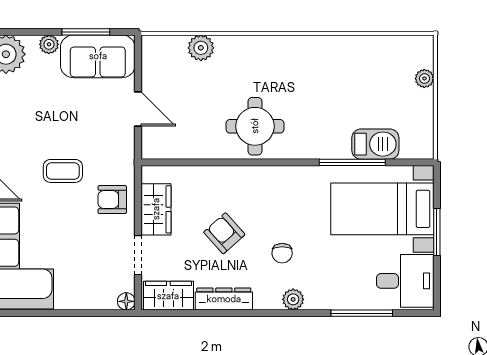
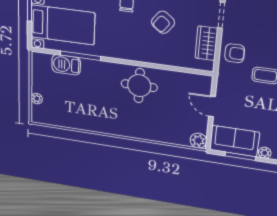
plant: (201, 48) -> (198, 141), moved
armchair: (224, 233) -> (163, 22), turned 80

